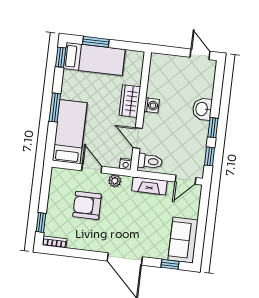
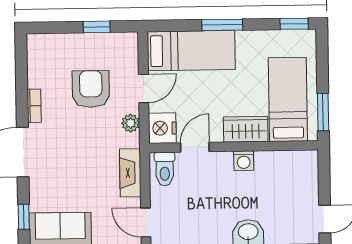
window: (96, 42) -> (323, 112), moved
bed: (94, 59) -> (288, 99), moved, turned 180
nightstand: (126, 164) -> (162, 128), width x1.89, depth x1.79
window: (41, 223) -> (97, 27), moved
bookcase: (55, 242) -> (34, 106), moved

